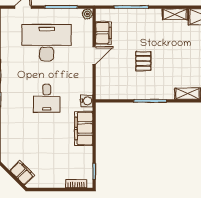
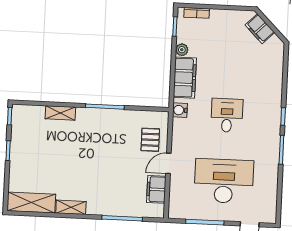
plant: (87, 14) -> (182, 50), moved
desk: (47, 43) -> (224, 181), turned 180
pallet: (143, 61) -> (150, 140), moved

